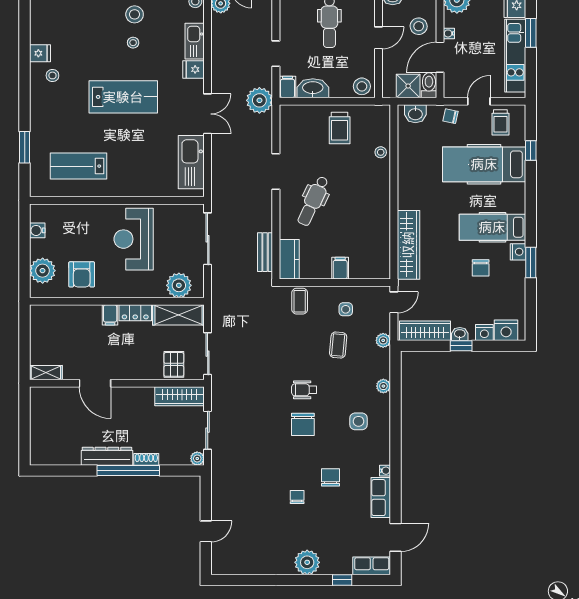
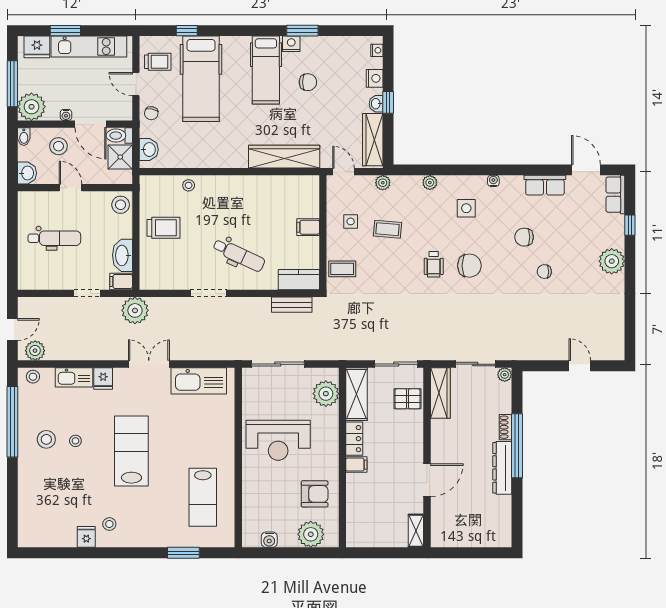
nightstand: (506, 330) -> (377, 50), width x0.53, depth x0.56
water cooler: (385, 471) -> (493, 181), moved

